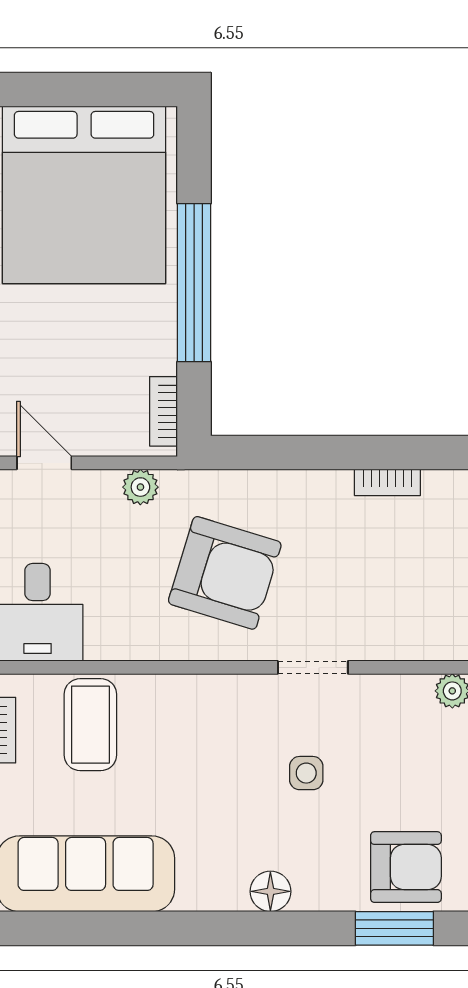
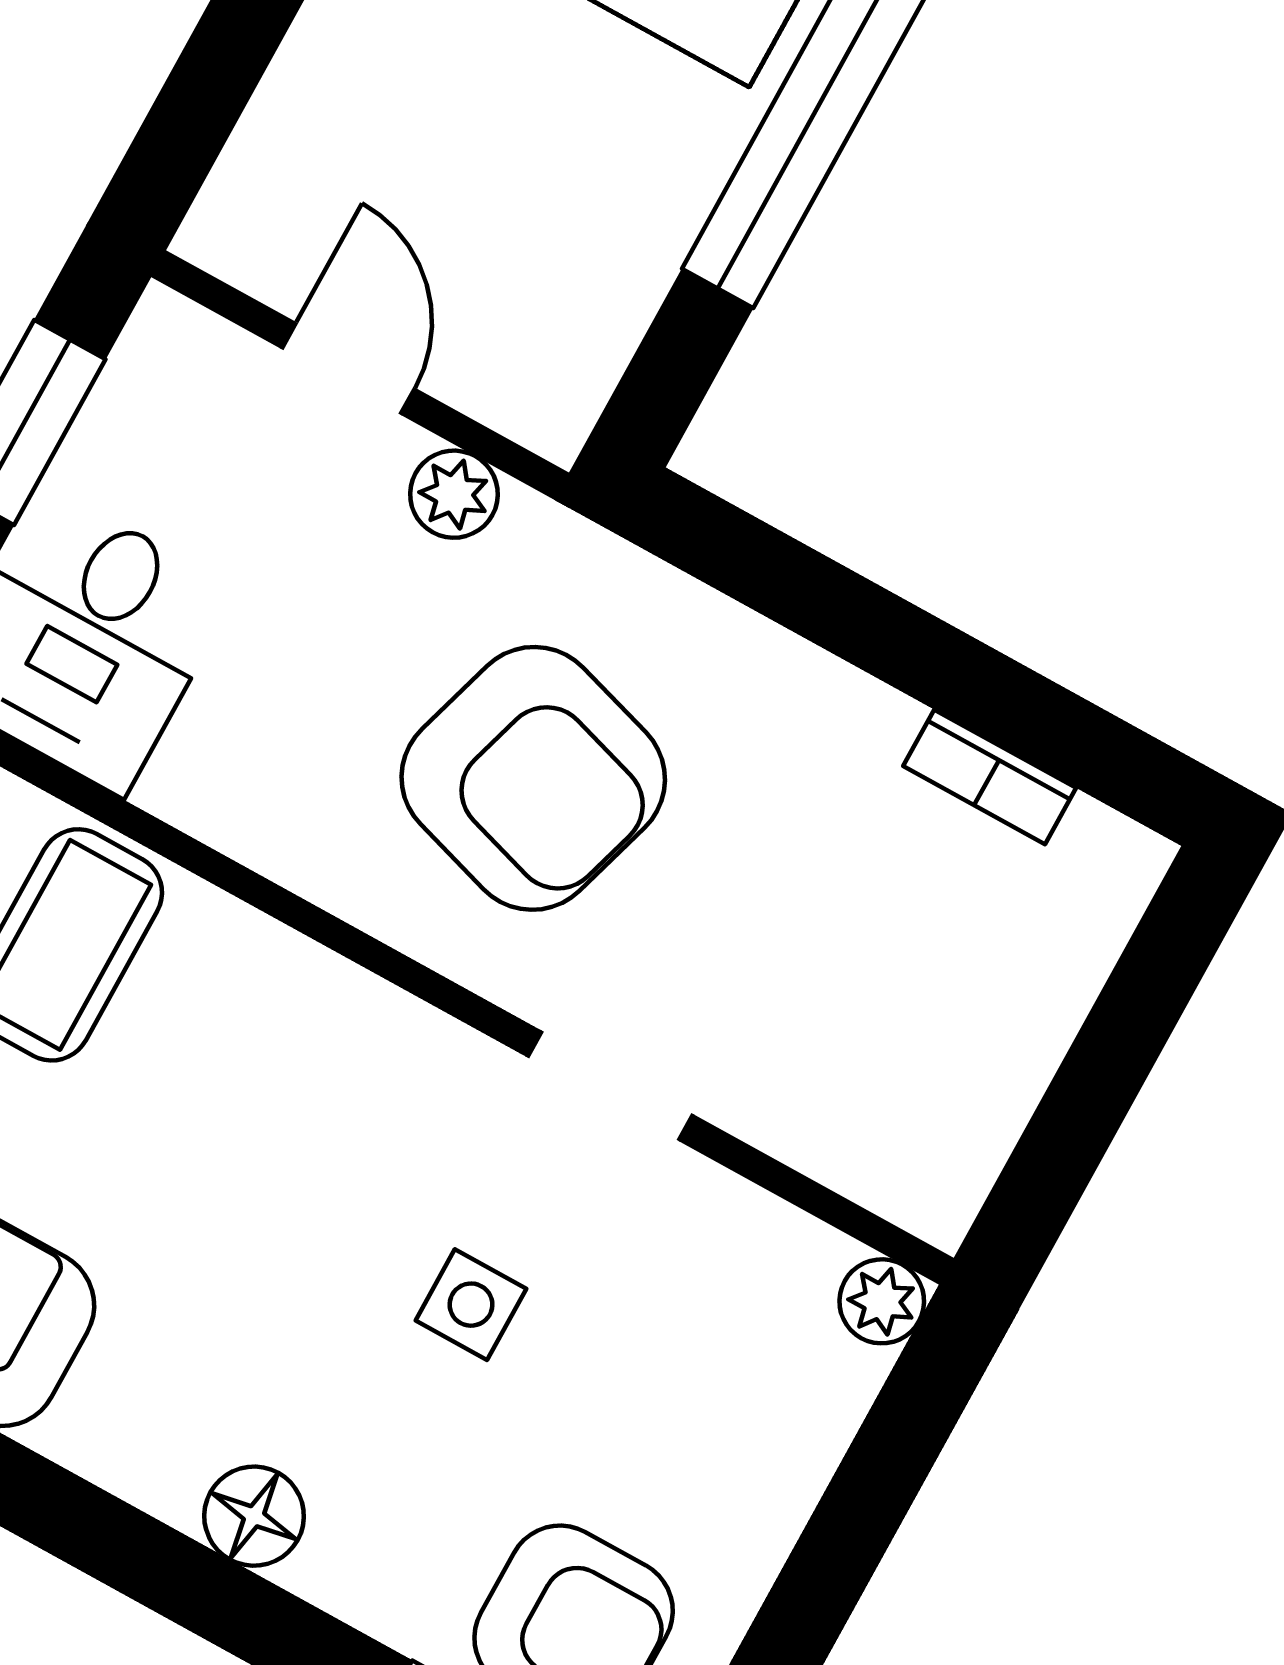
bookcase: (163, 411) -> (593, 359), removed
door: (44, 463) -> (348, 368), moved

